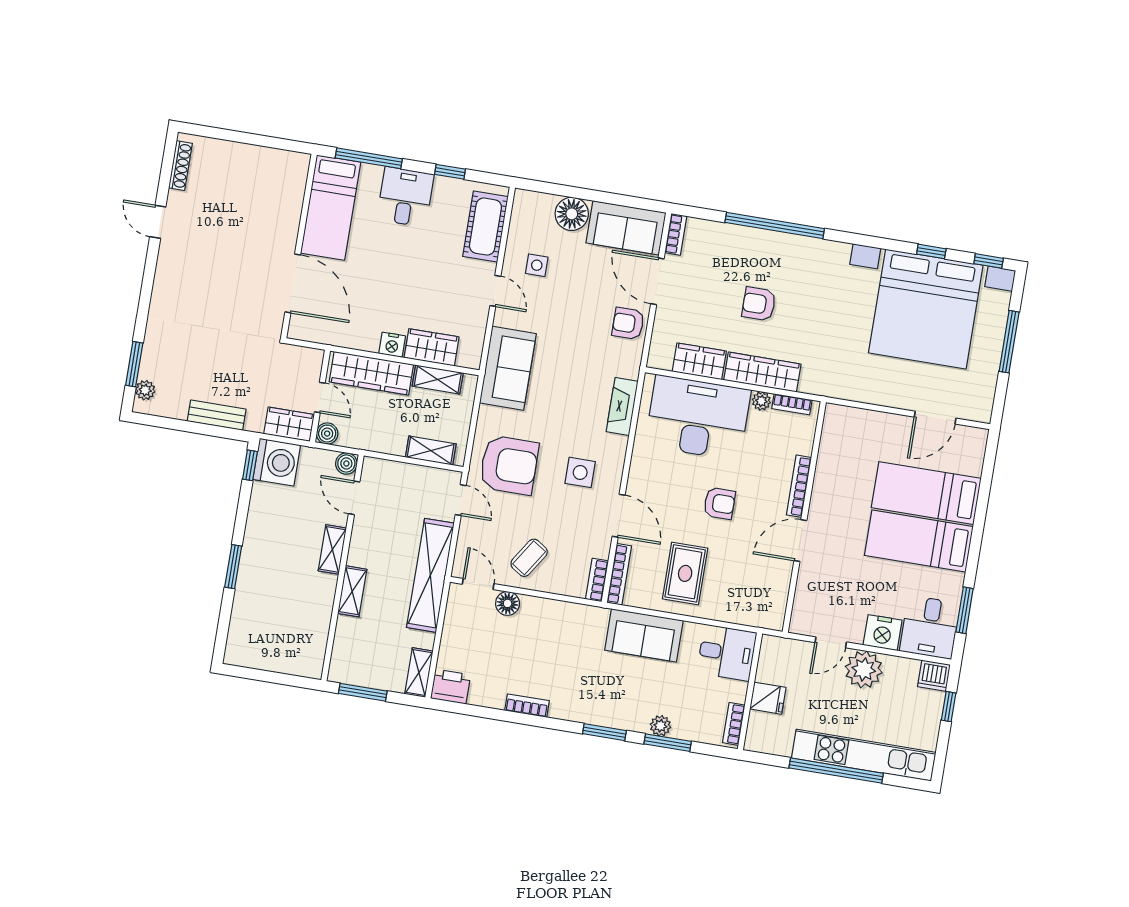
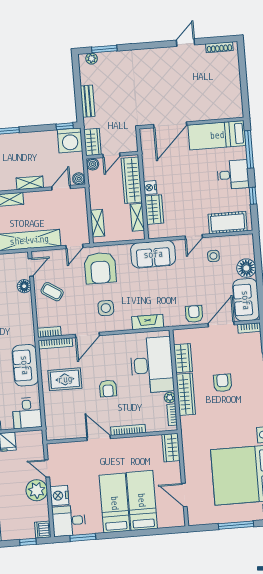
wardrobe: (848, 420) -> (171, 448), added

